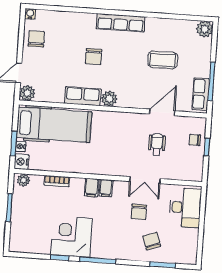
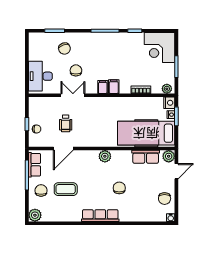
chair: (195, 60) -> (41, 190), added
row of seats: (83, 96) -> (146, 157), moved
corner desk: (72, 237) -> (160, 48), moved, turned 90

